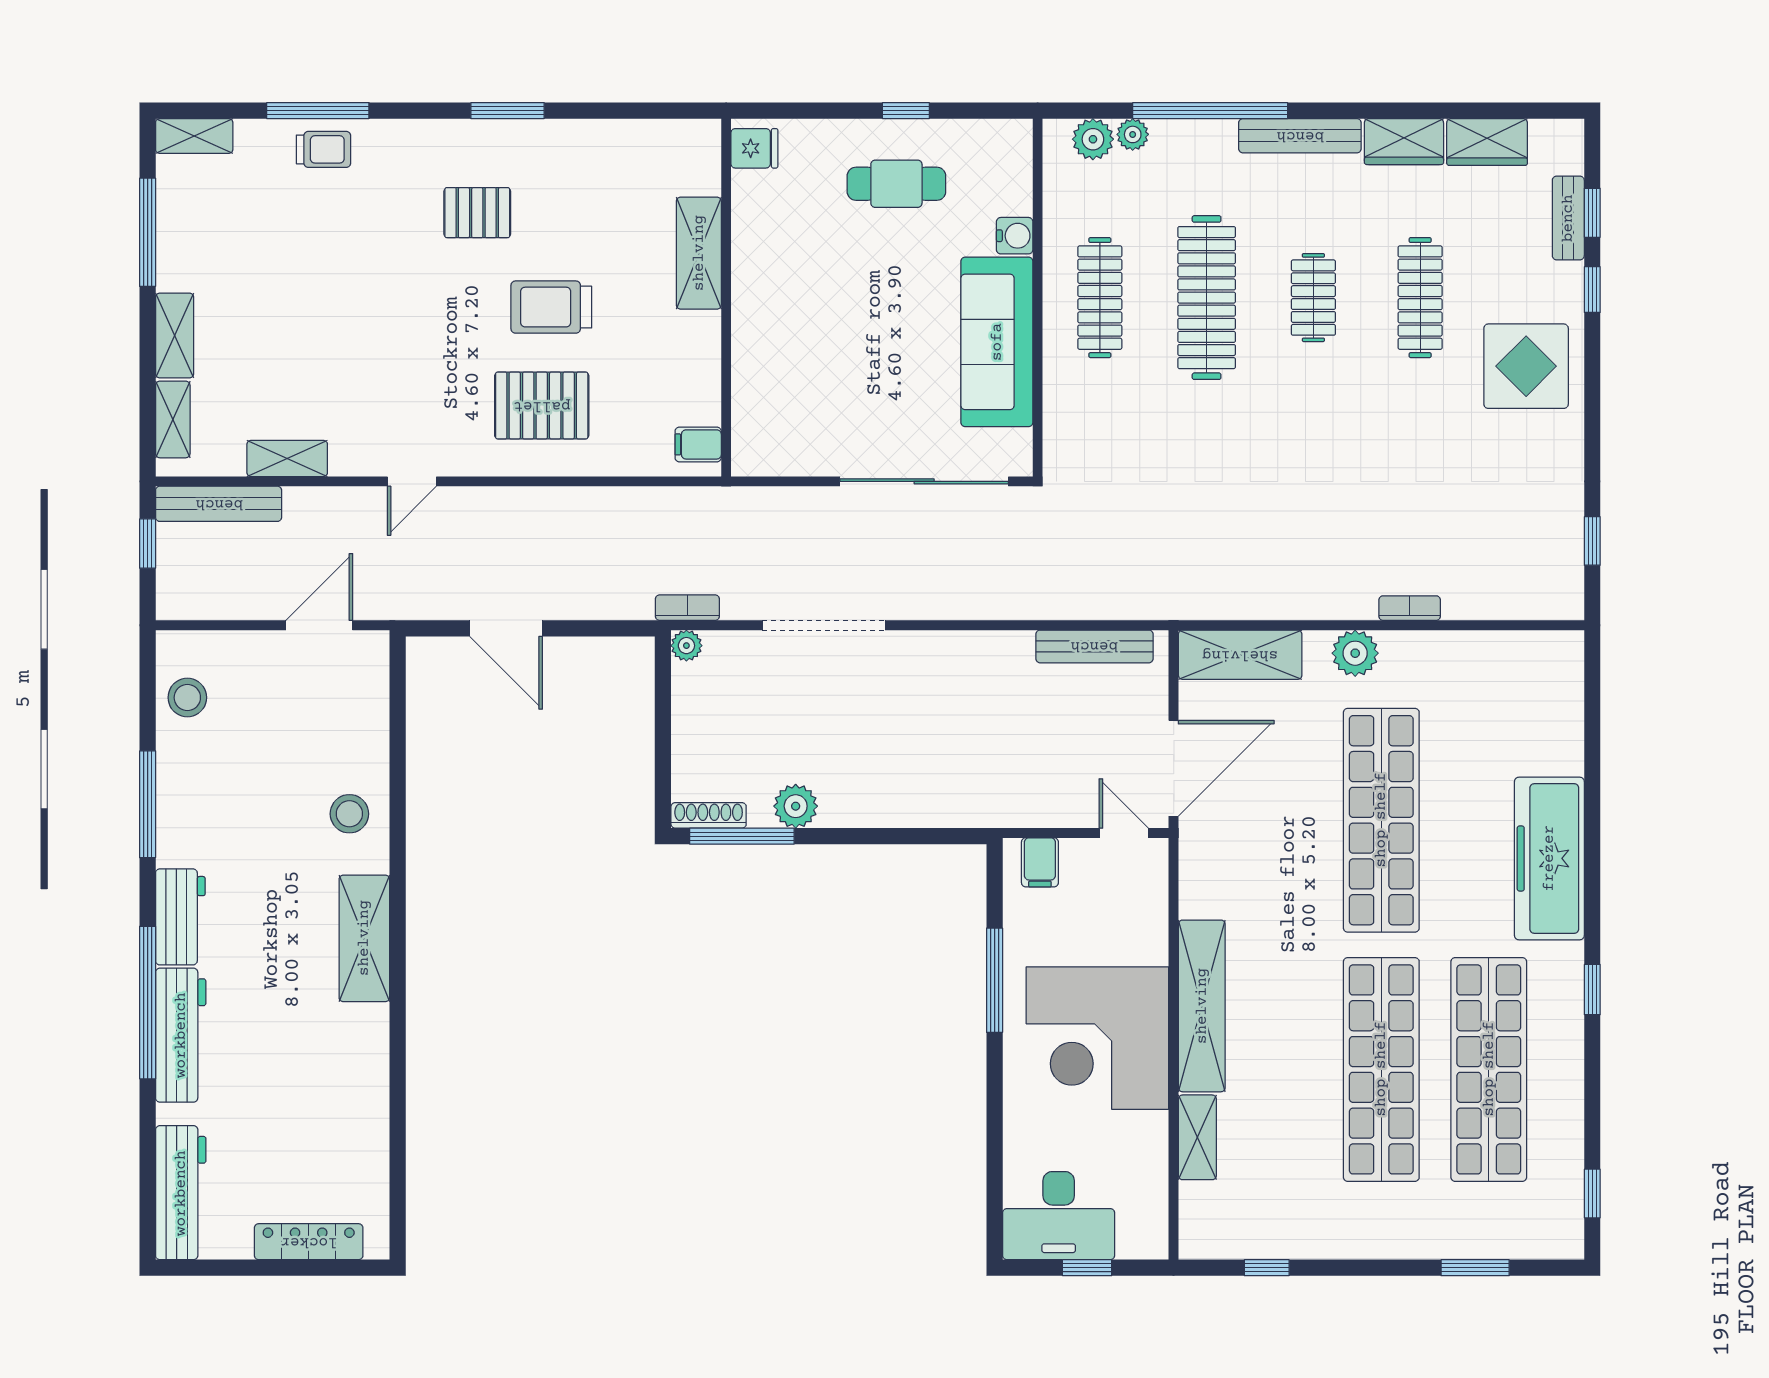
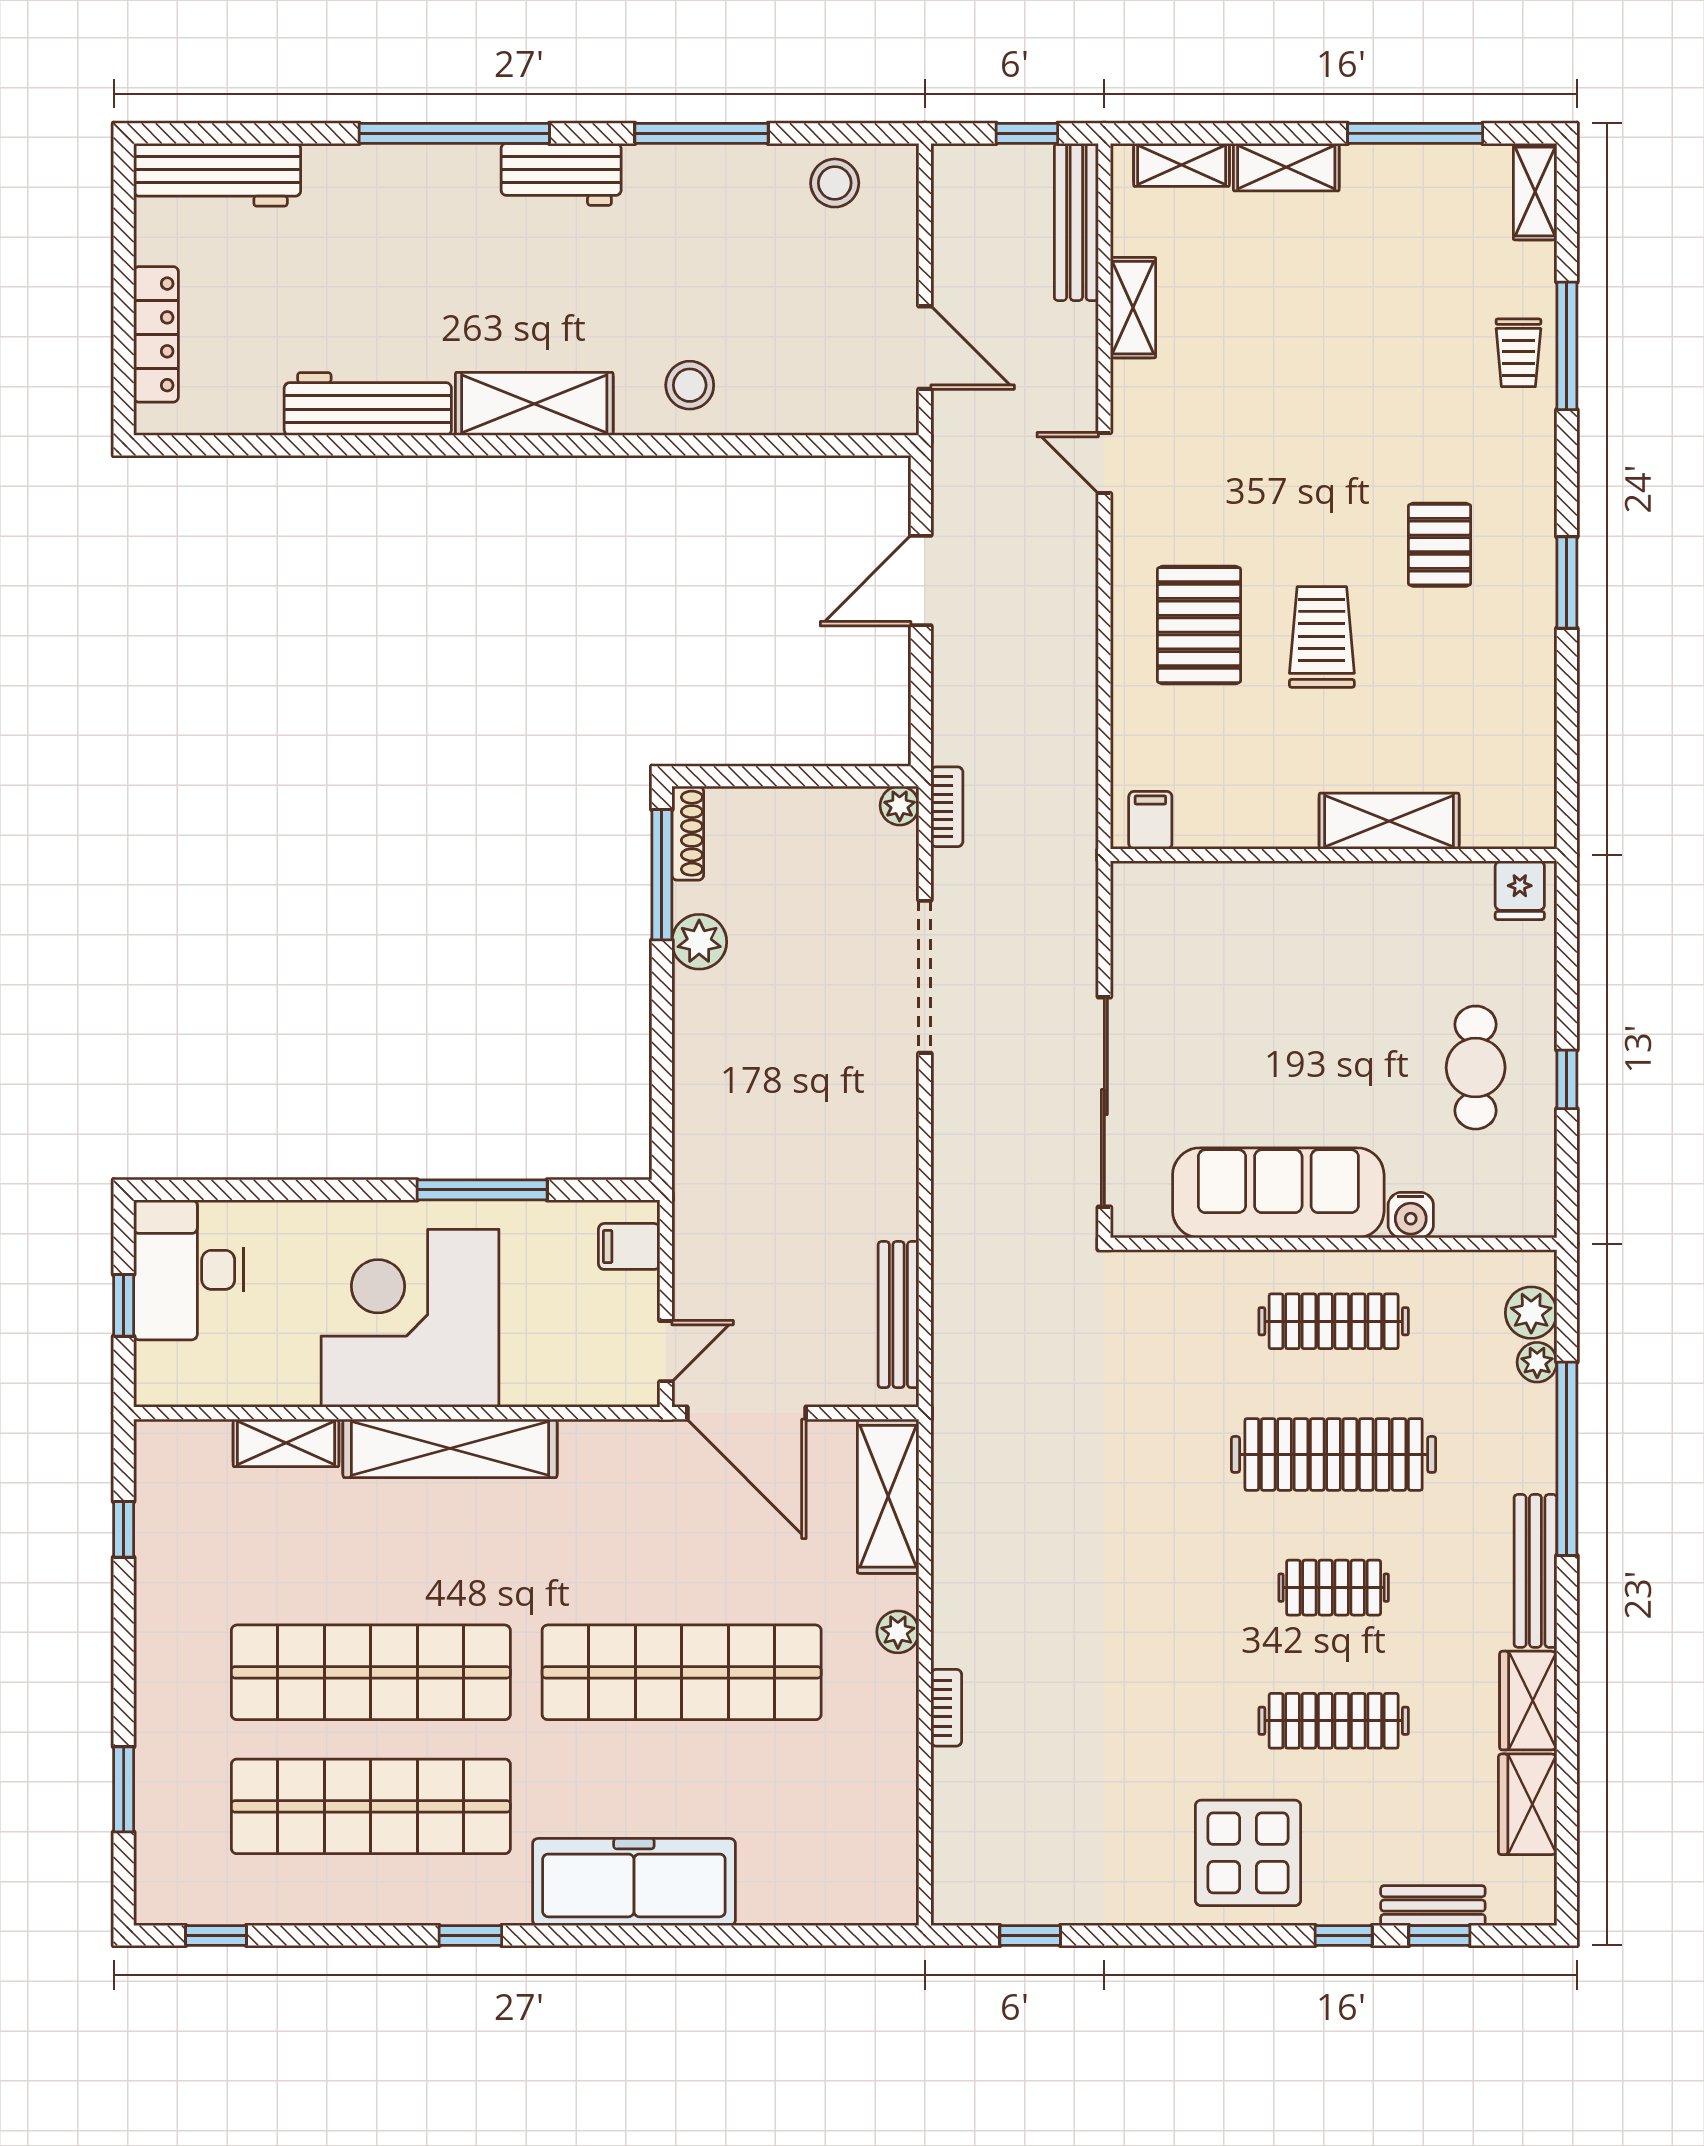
plant: (1355, 653) -> (898, 1632), width x0.73, depth x0.73
workbench: (181, 1035) -> (368, 404), moved, turned 180

